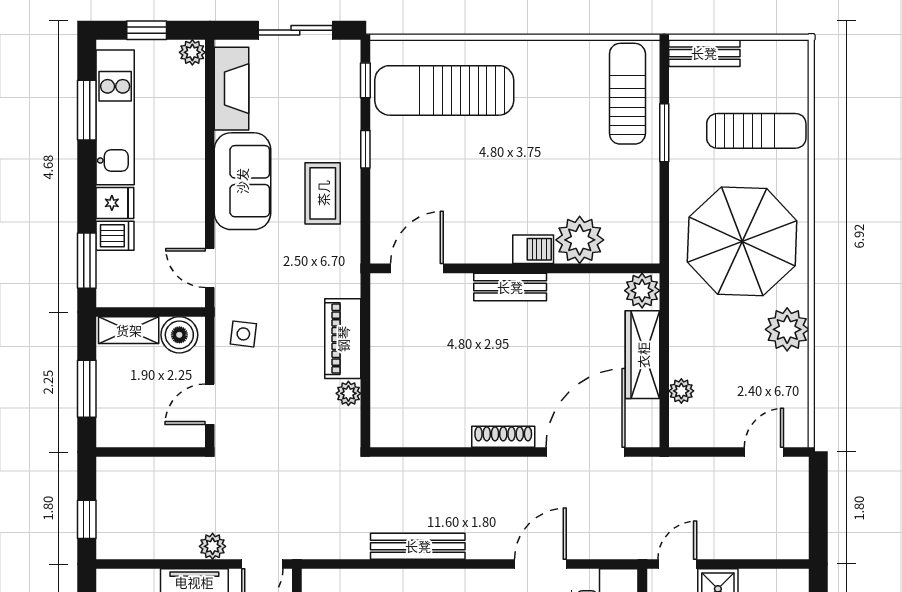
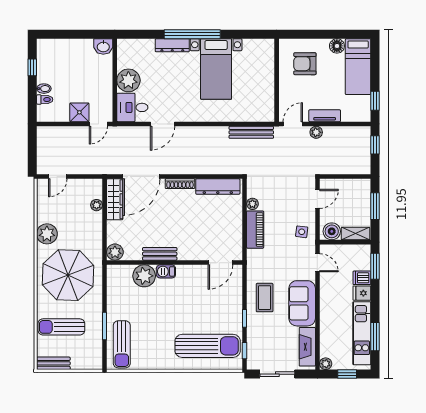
bench: (704, 53) -> (53, 363), moved
bench: (510, 287) -> (160, 254), moved
wardrobe: (643, 355) -> (115, 199), moved
dresser: (422, 431) -> (218, 186), added
bench: (418, 546) -> (251, 132), moved

